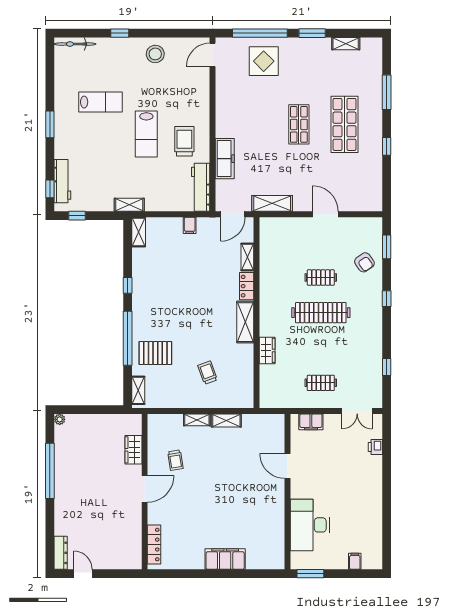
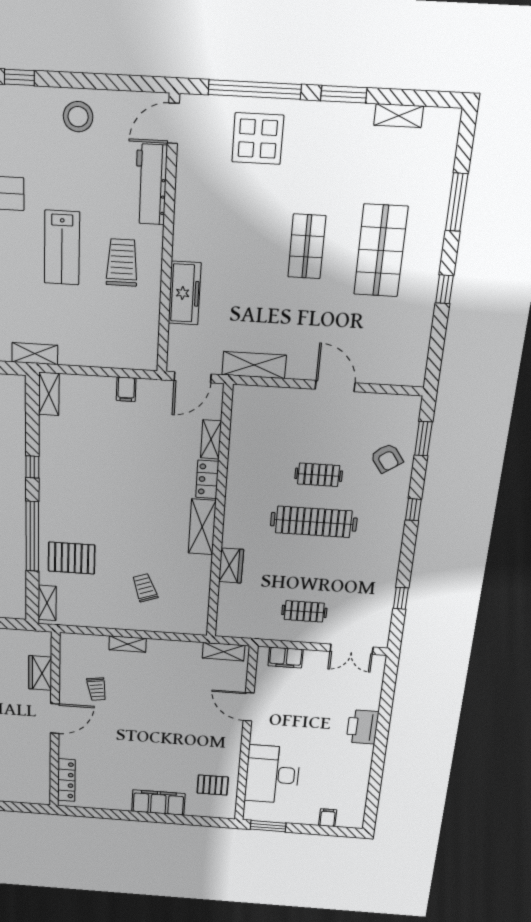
workbench: (201, 187) -> (151, 184), moved
shelving: (226, 421) -> (224, 652), moved
printer: (375, 447) -> (362, 727), moved, width x1.87, depth x1.48
pallet: (266, 539) -> (213, 785), added

